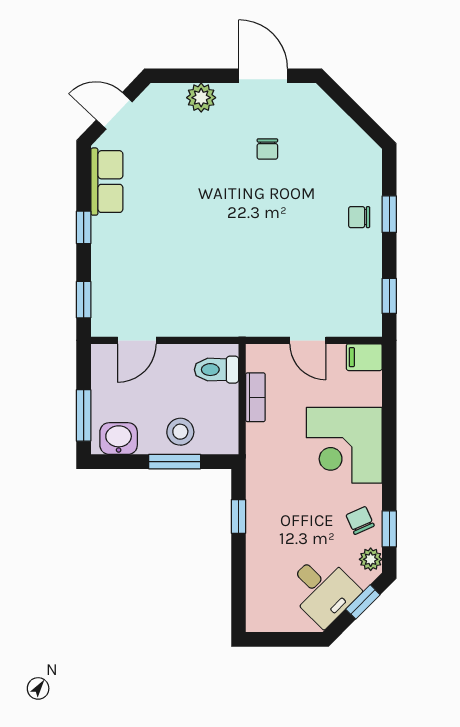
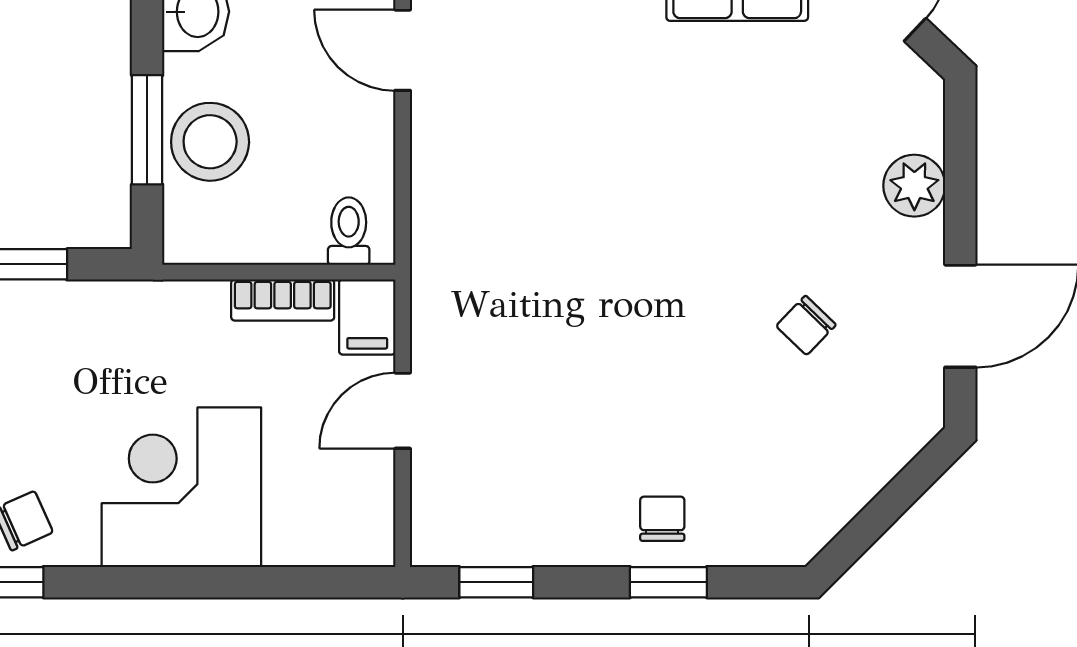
chair: (267, 149) -> (806, 325), turned -46
filing cabinet: (364, 357) -> (367, 317), moved, turned 180
toilet: (217, 370) -> (349, 231), width x0.73, depth x0.72
stool: (180, 432) -> (210, 142), width x1.38, depth x1.38

